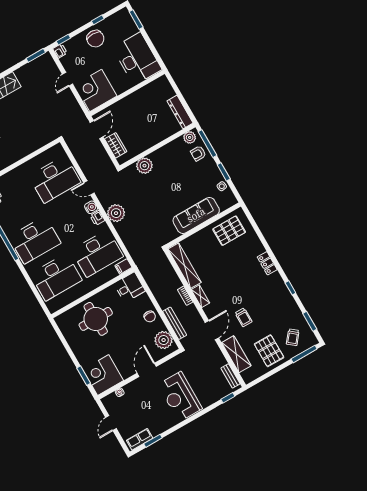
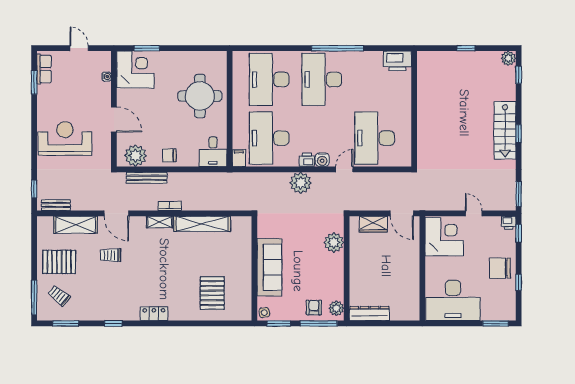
sofa: (196, 215) -> (269, 267), moved
wall: (203, 226) -> (254, 268), moved

